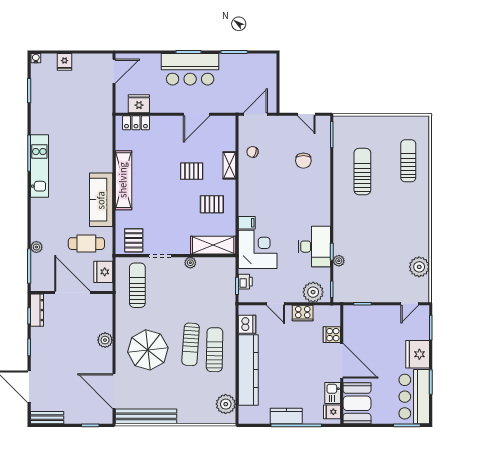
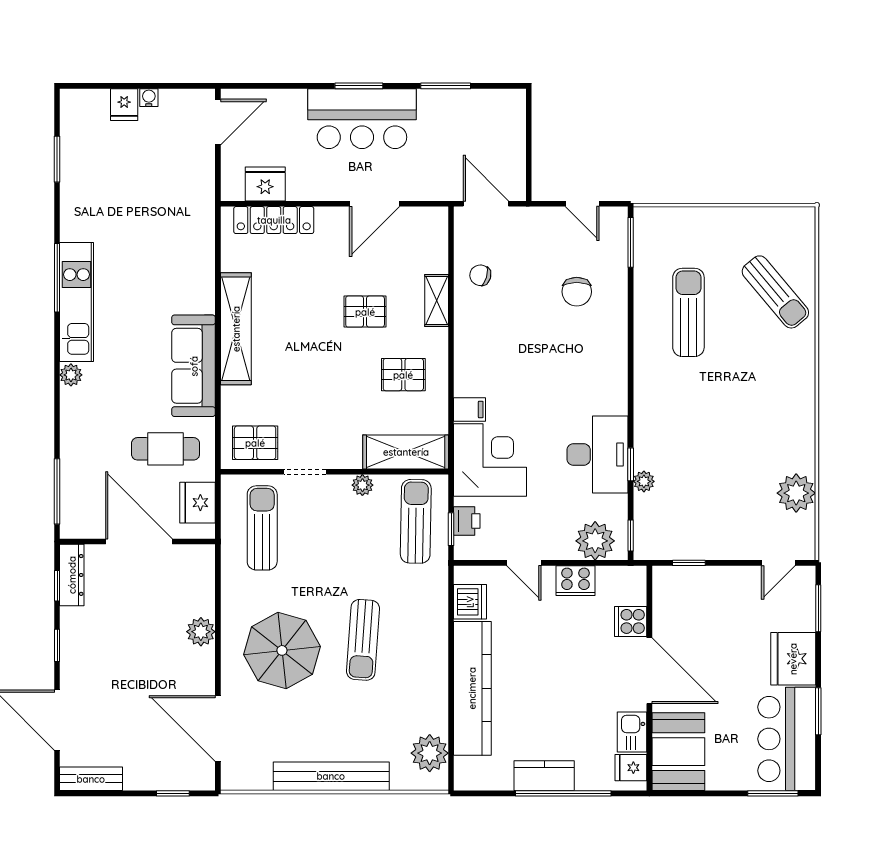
water cooler: (36, 58) -> (149, 98), moved
door: (255, 114) -> (486, 204), hinge flipped
locker: (136, 123) -> (274, 220), width x1.53
sun lounger: (408, 161) -> (775, 292), turned 140
pallet: (134, 240) -> (255, 443), turned 90
plant: (36, 247) -> (71, 375), moved
sun lounger: (215, 350) -> (416, 521), moved
bench: (146, 416) -> (331, 776), moved

